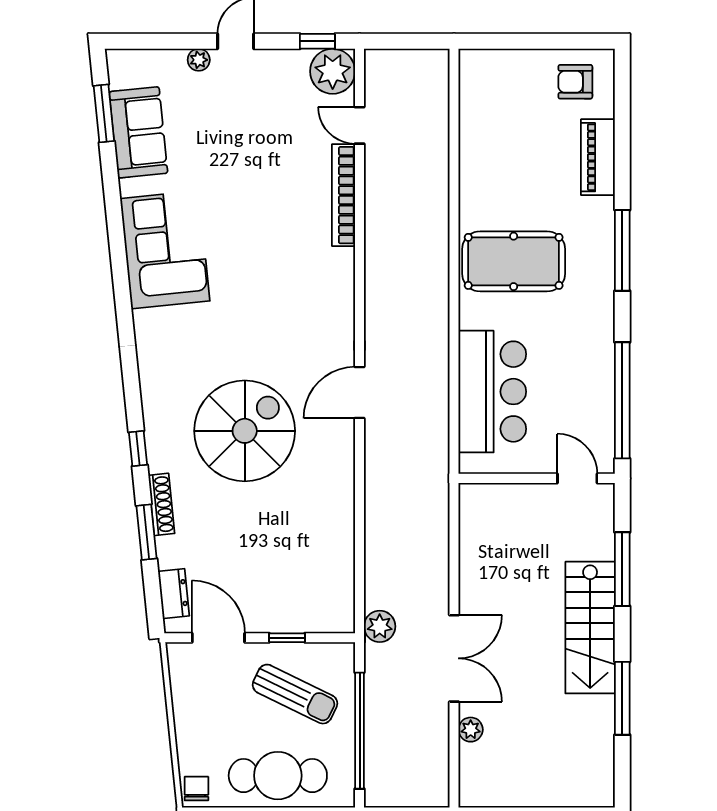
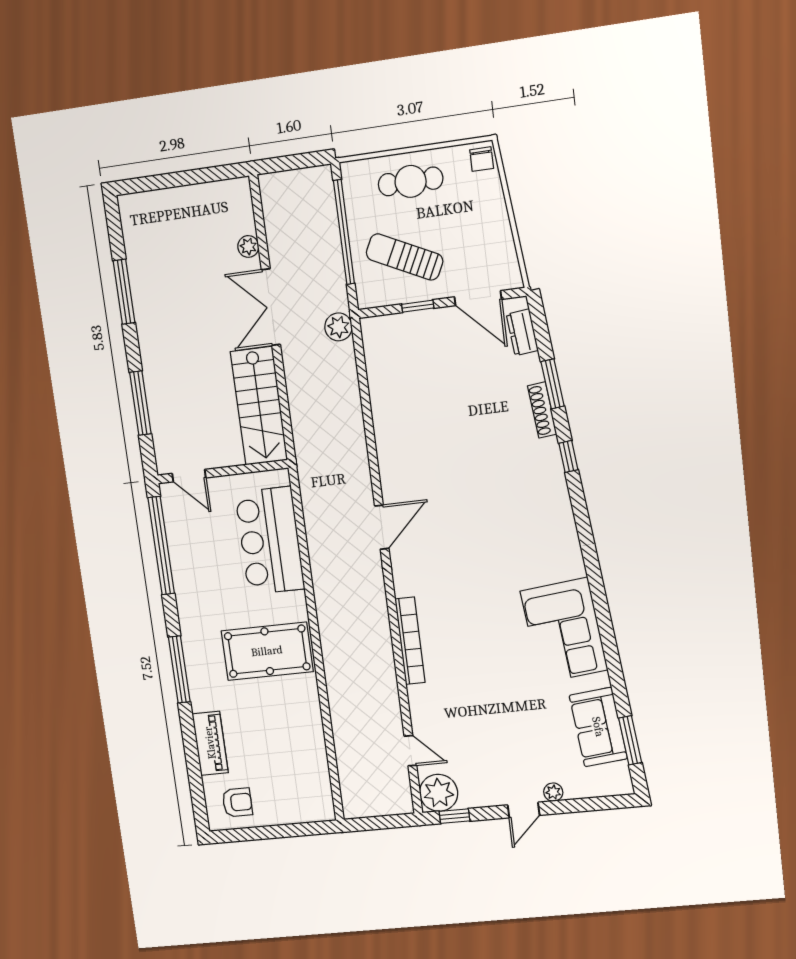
bookcase: (344, 195) -> (410, 641), moved
spiral stairs: (245, 431) -> (477, 483), removed
stairs: (590, 628) -> (259, 406), moved, turned 180
cafe table: (278, 776) -> (411, 181), width x0.73, depth x0.74

